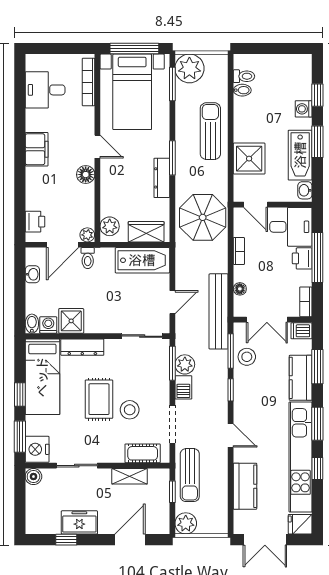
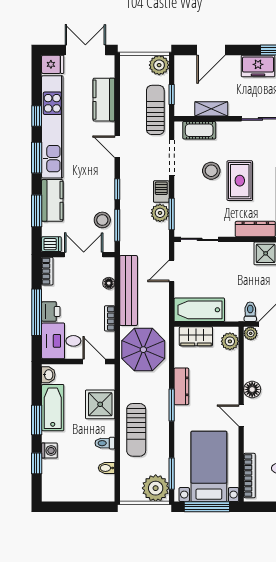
toilet: (244, 76) -> (105, 443), moved
bench: (219, 311) -> (129, 290), moved

